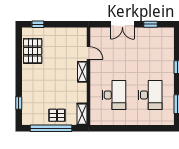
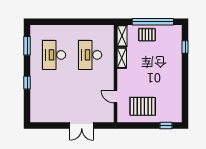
double door: (122, 24) -> (82, 125), swing flipped
window: (150, 24) -> (54, 125), removed
pallet: (33, 51) -> (143, 106), moved, turned 90
shelving: (82, 72) -> (122, 58), moved

